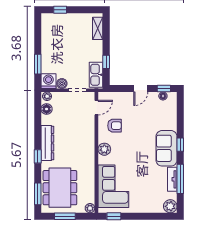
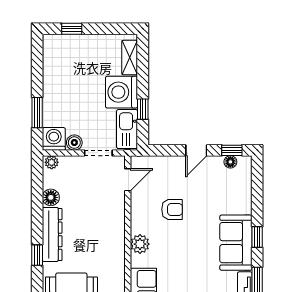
washing machine: (92, 51) -> (122, 92), added
floor lamp: (47, 109) -> (51, 197), moved
armchair: (114, 126) -> (172, 209), moved

